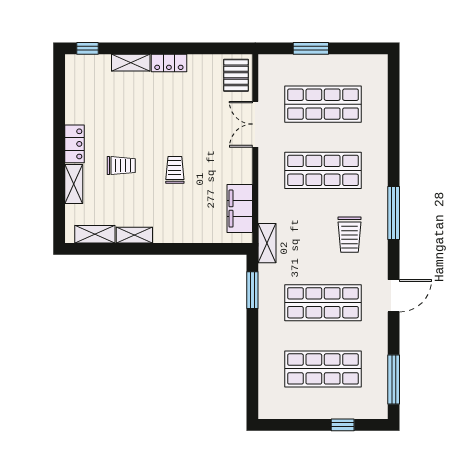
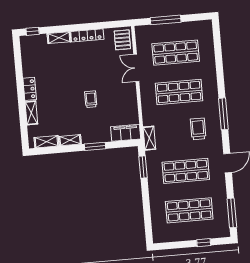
window: (311, 48) -> (166, 20), width x1.44
locker: (169, 63) -> (87, 35), width x1.53
trolley: (121, 166) -> (59, 99), removed
filing cabinet: (240, 209) -> (126, 133), moved, turned 90
trolley: (349, 235) -> (198, 129), turned 180
window: (175, 249) -> (95, 146), added

